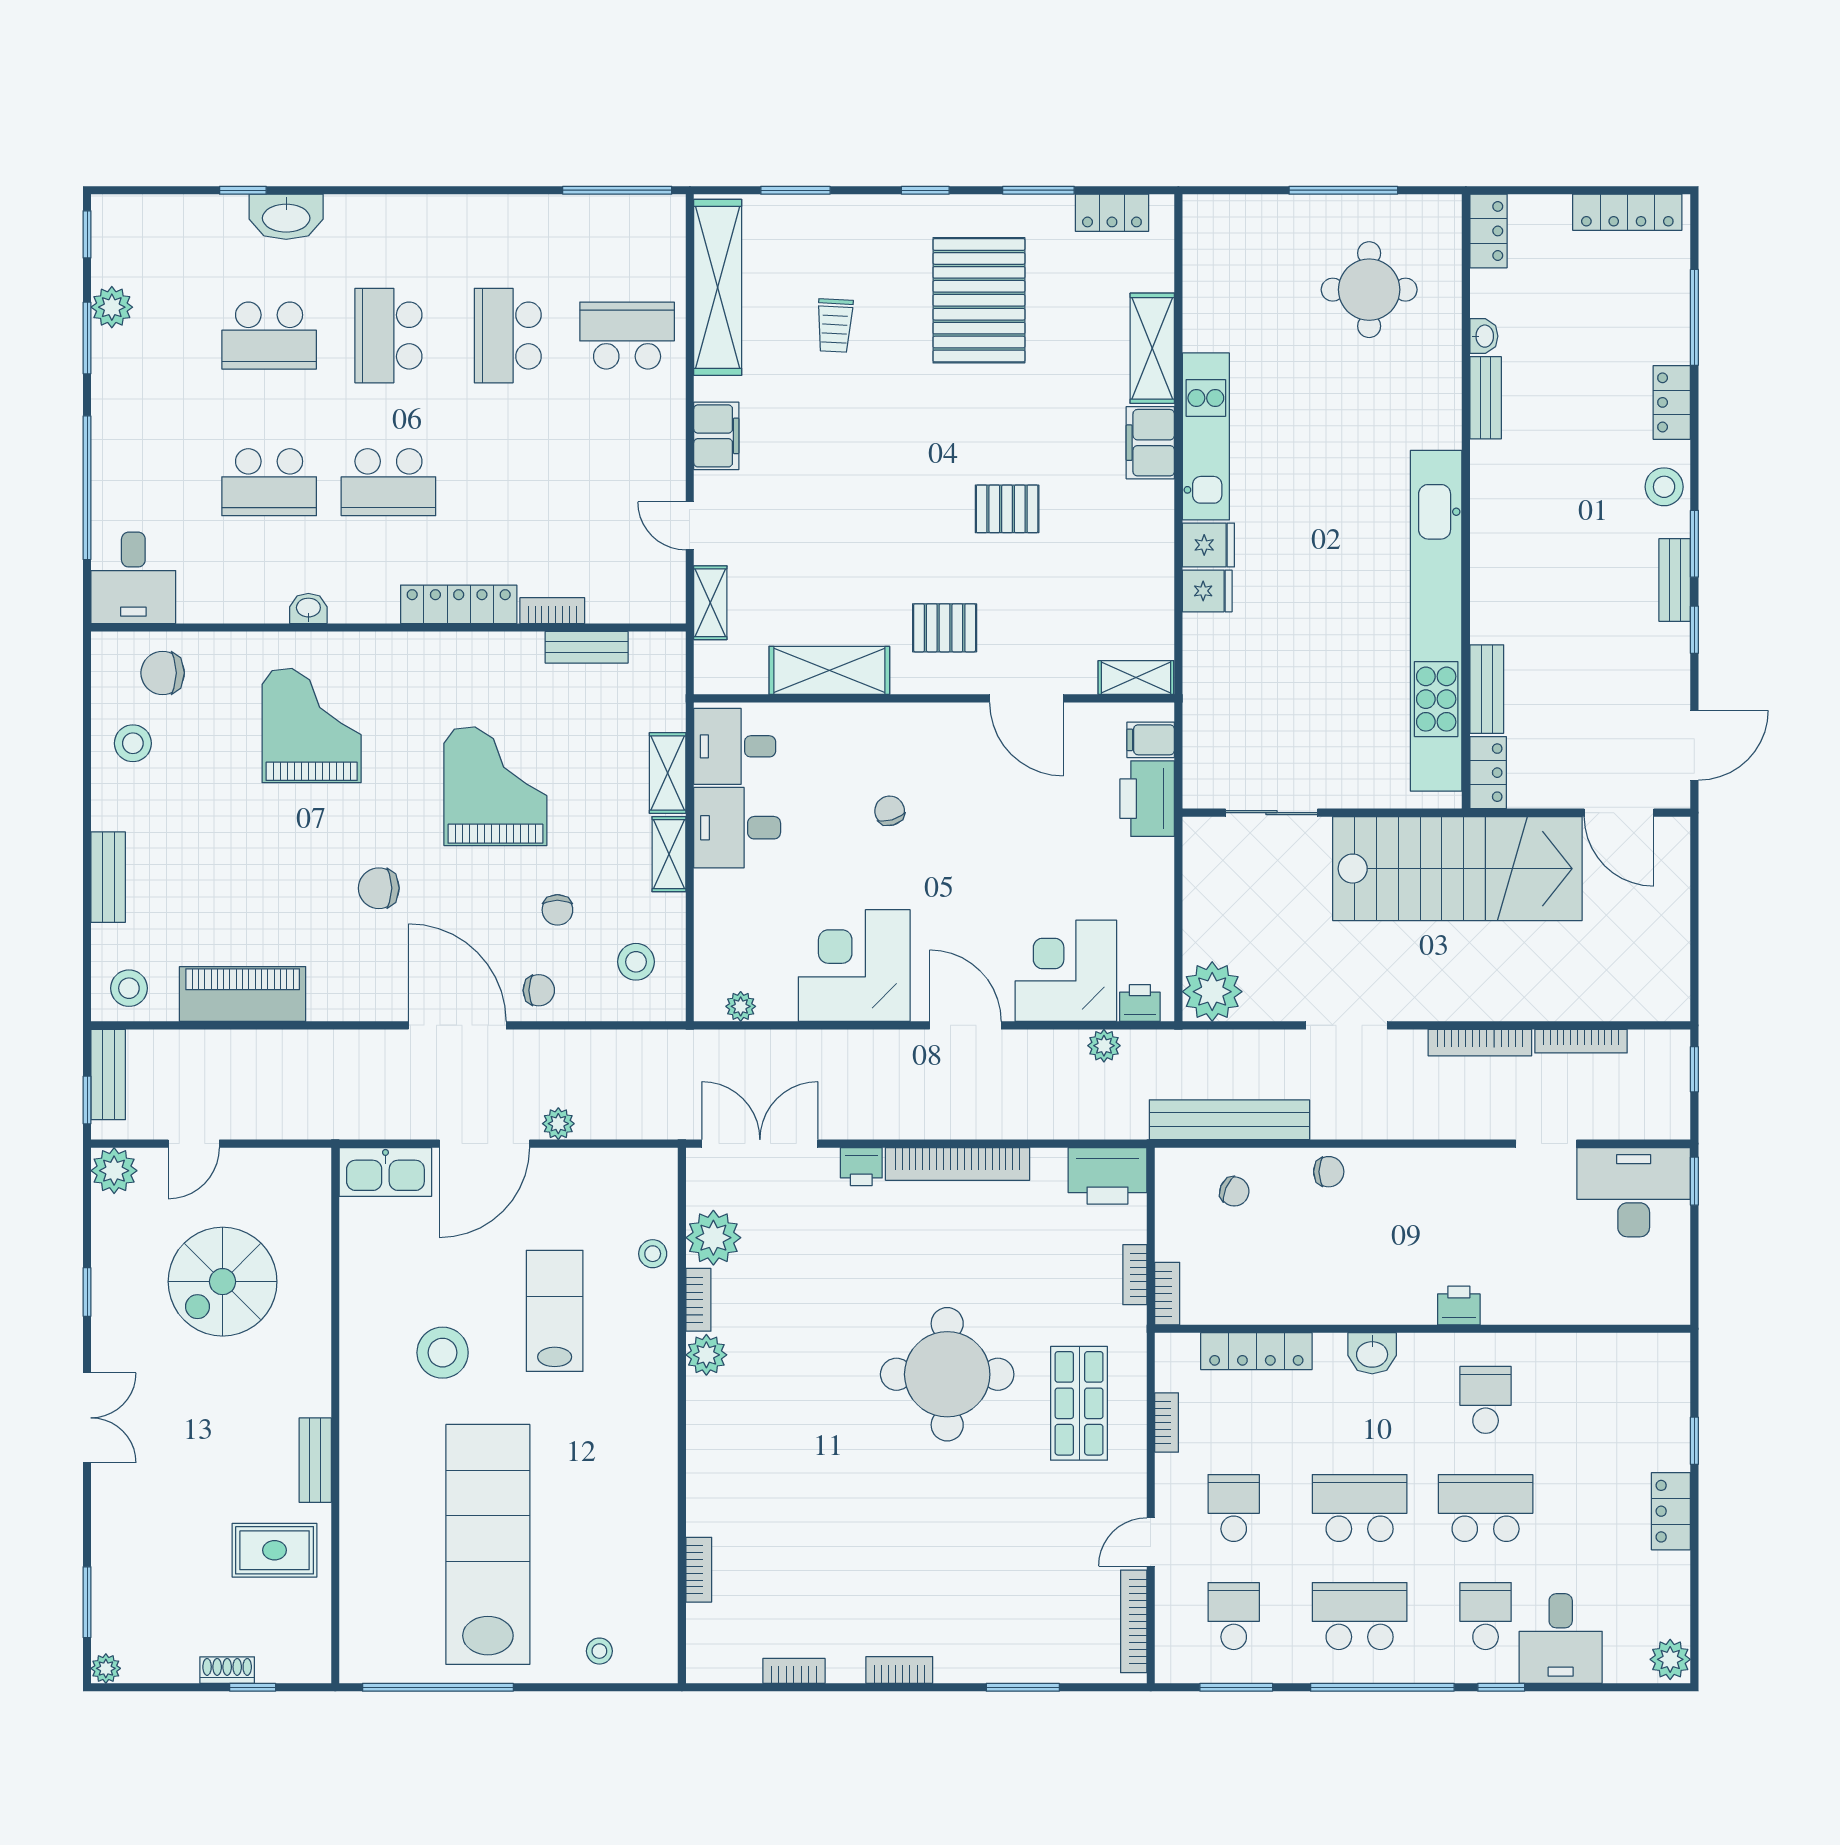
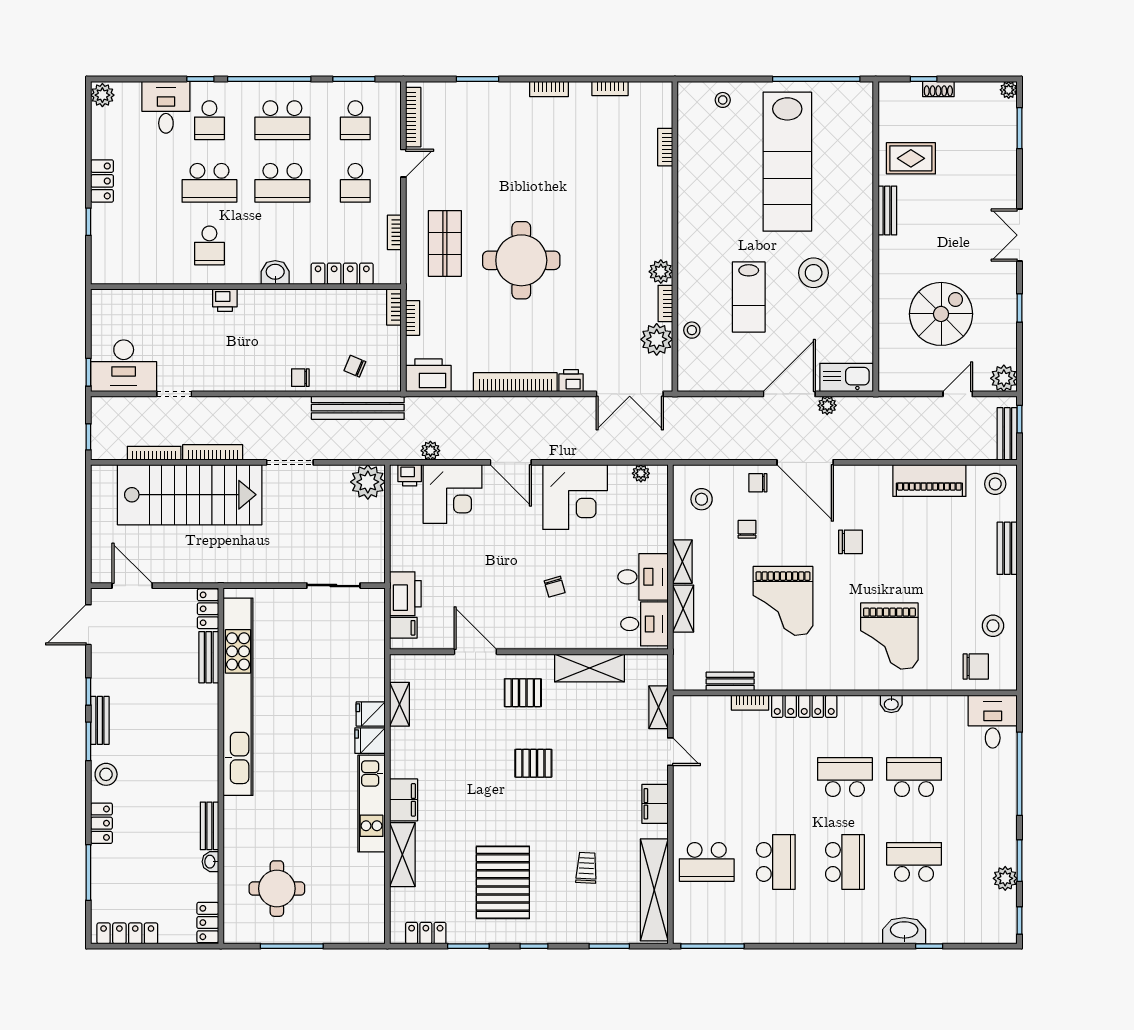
pallet: (1007, 509) -> (533, 763), moved
shelving: (1136, 678) -> (399, 704), moved, turned 90
stairs: (1457, 869) -> (190, 495), moved, turned 180
plant: (558, 1124) -> (827, 405), moved

